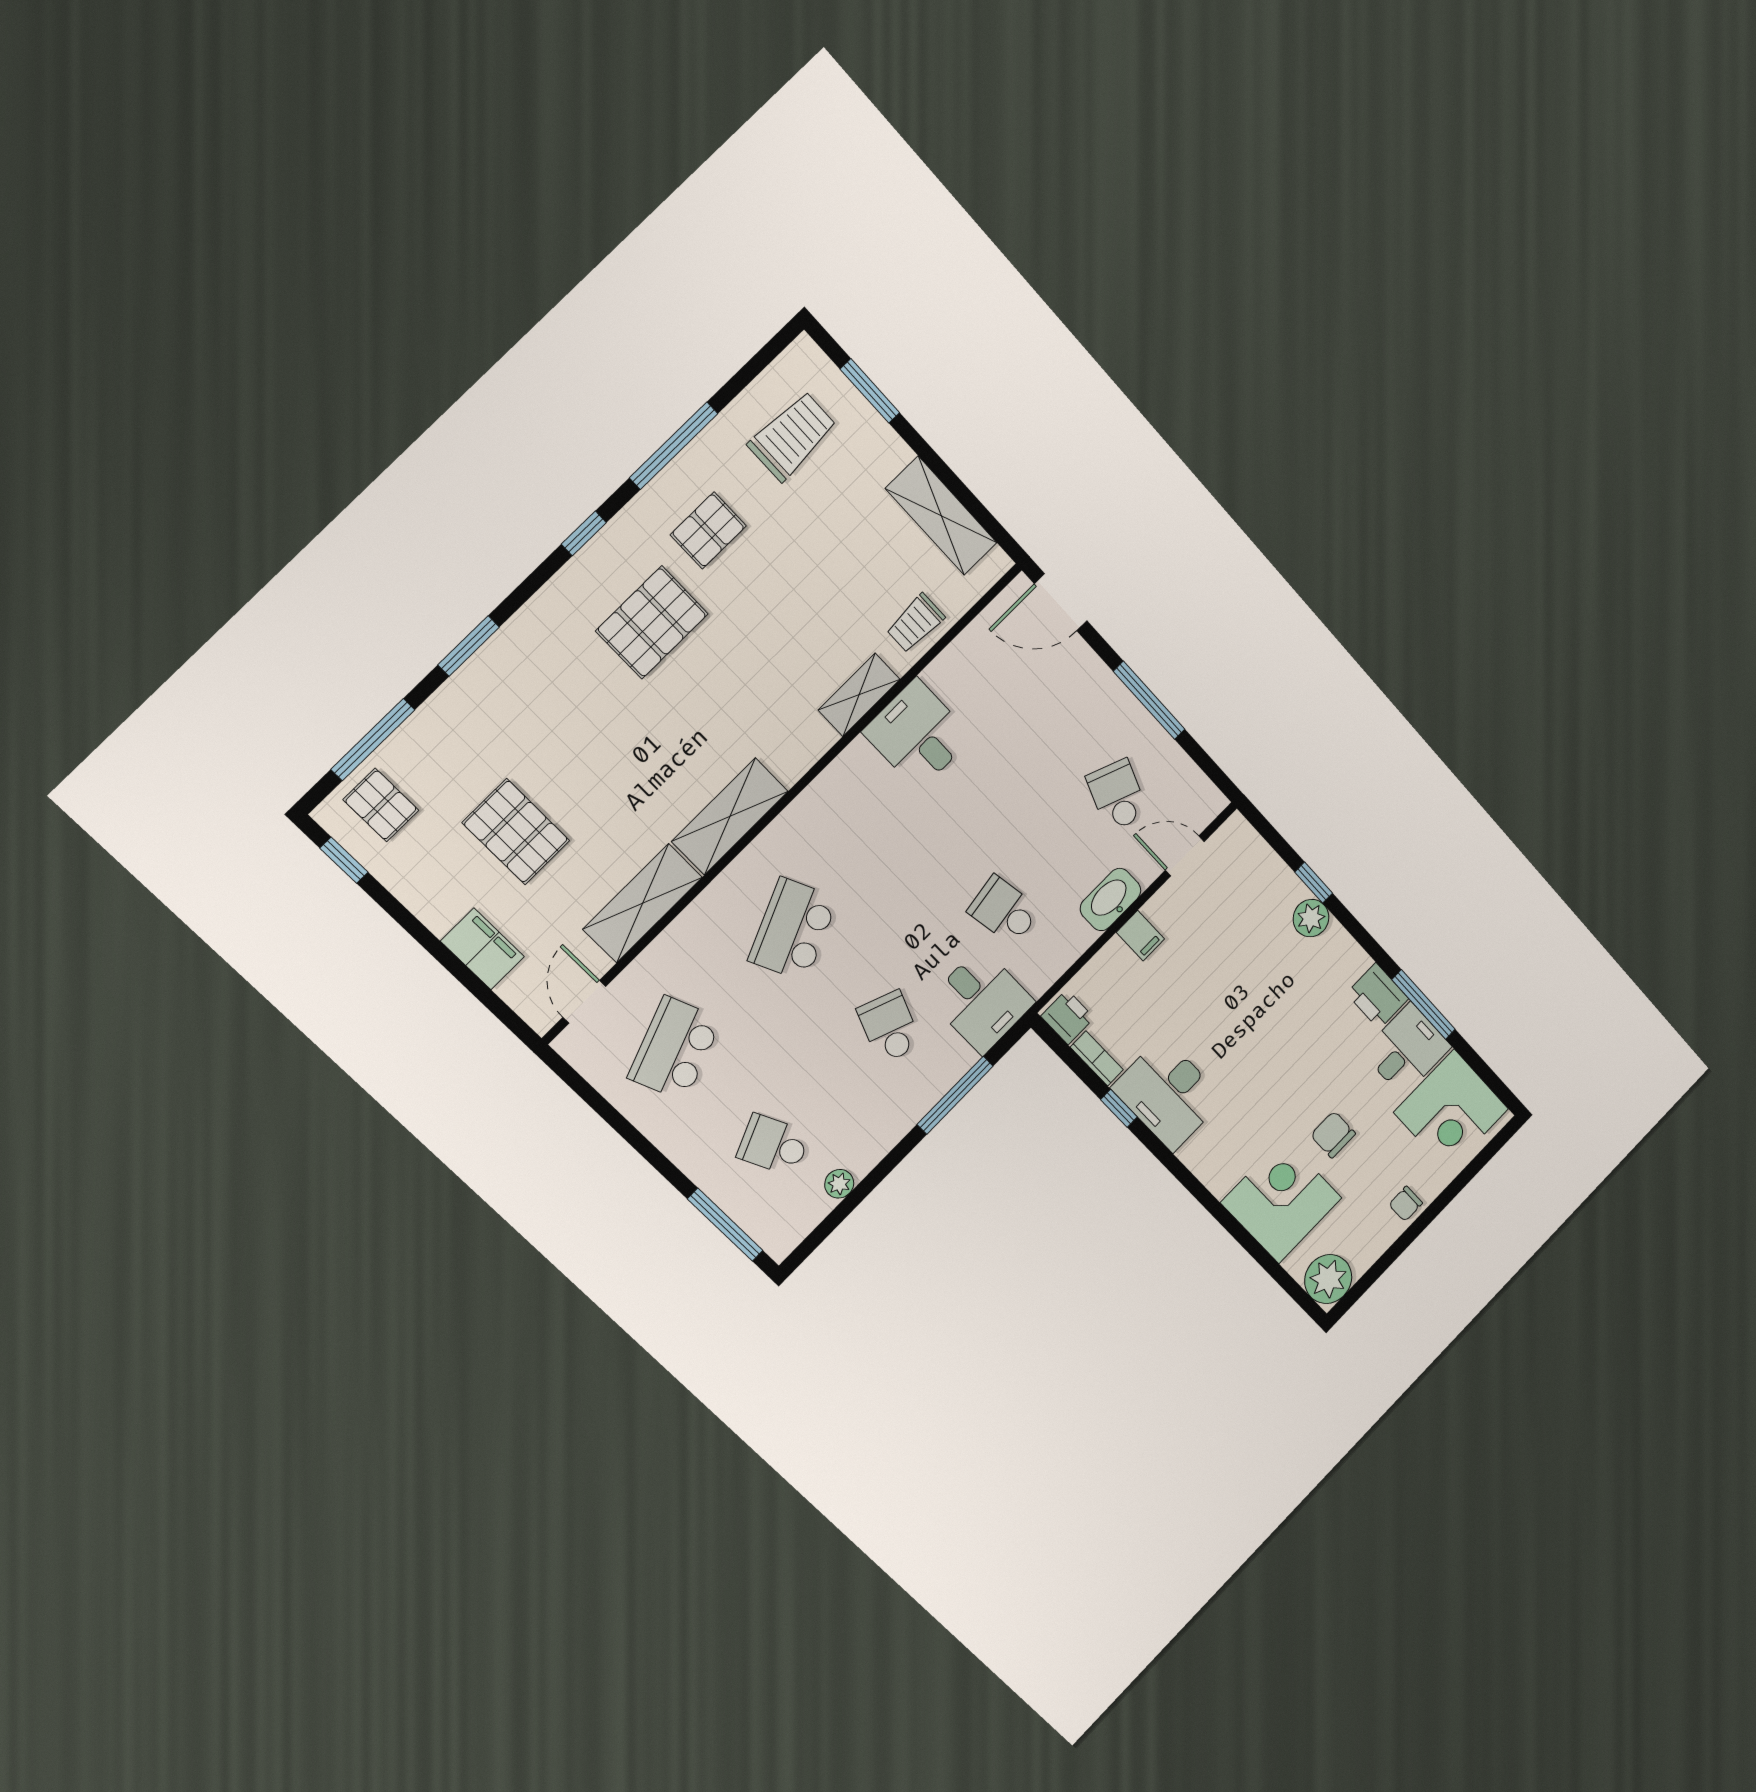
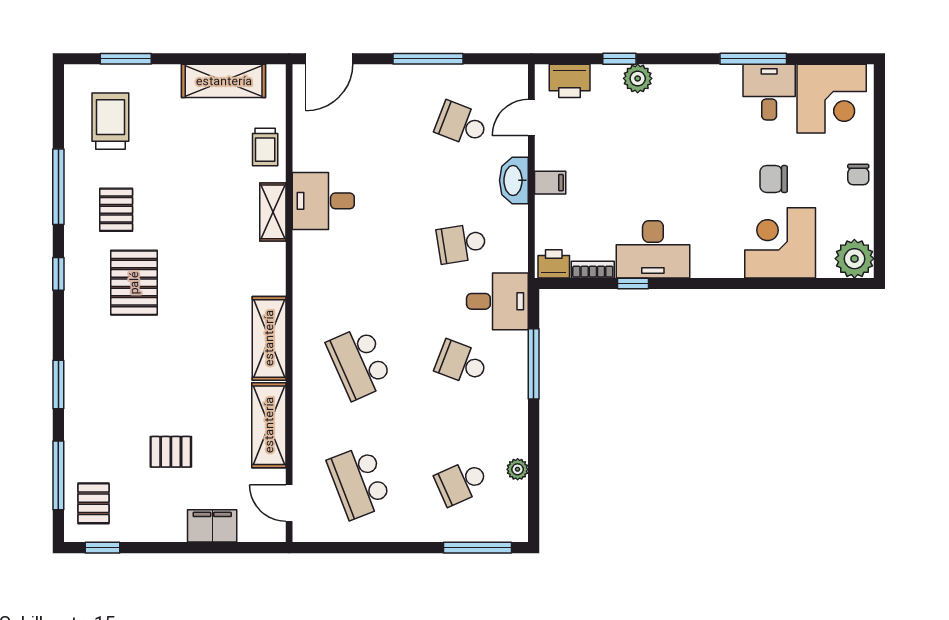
pallet: (381, 805) -> (93, 503), turned 90
pallet: (516, 832) -> (171, 452), width x0.67, depth x0.71
printer: (1377, 996) -> (570, 81), moved

